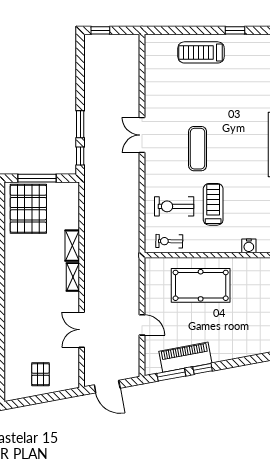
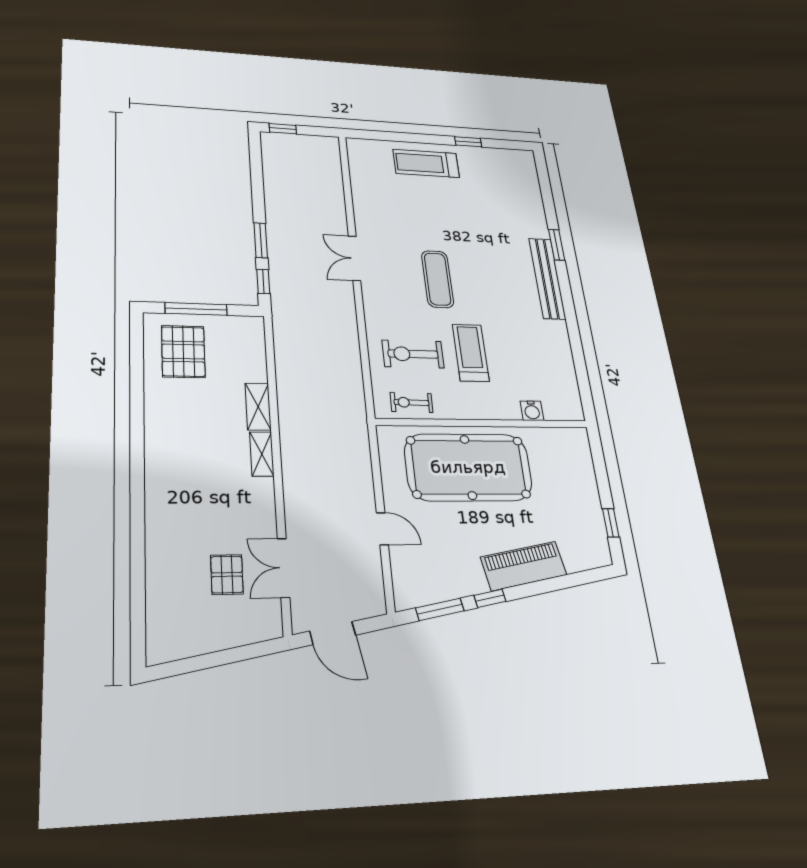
pallet: (28, 209) -> (183, 351), width x0.73, depth x0.71
pool table: (201, 285) -> (468, 467), width x1.36, depth x1.32
double door: (82, 330) -> (283, 568), moved
piano: (185, 357) -> (524, 566), moved
pallet: (40, 374) -> (227, 575), moved

